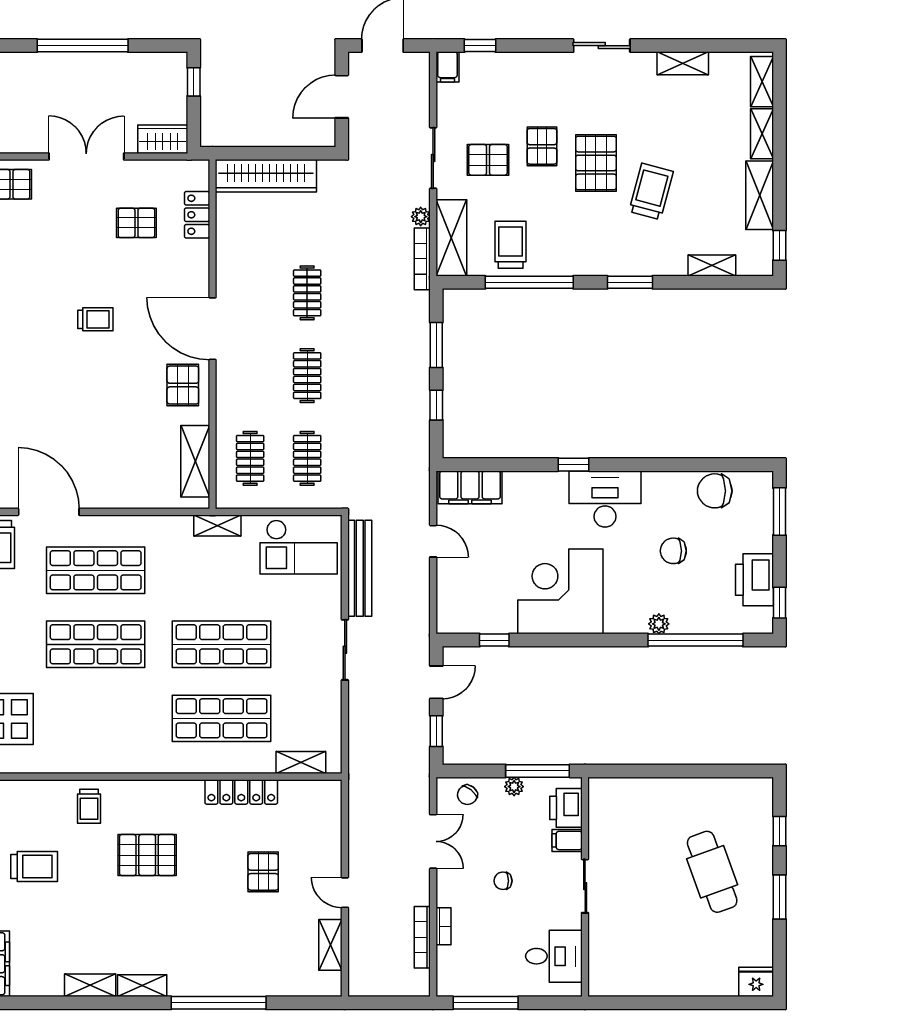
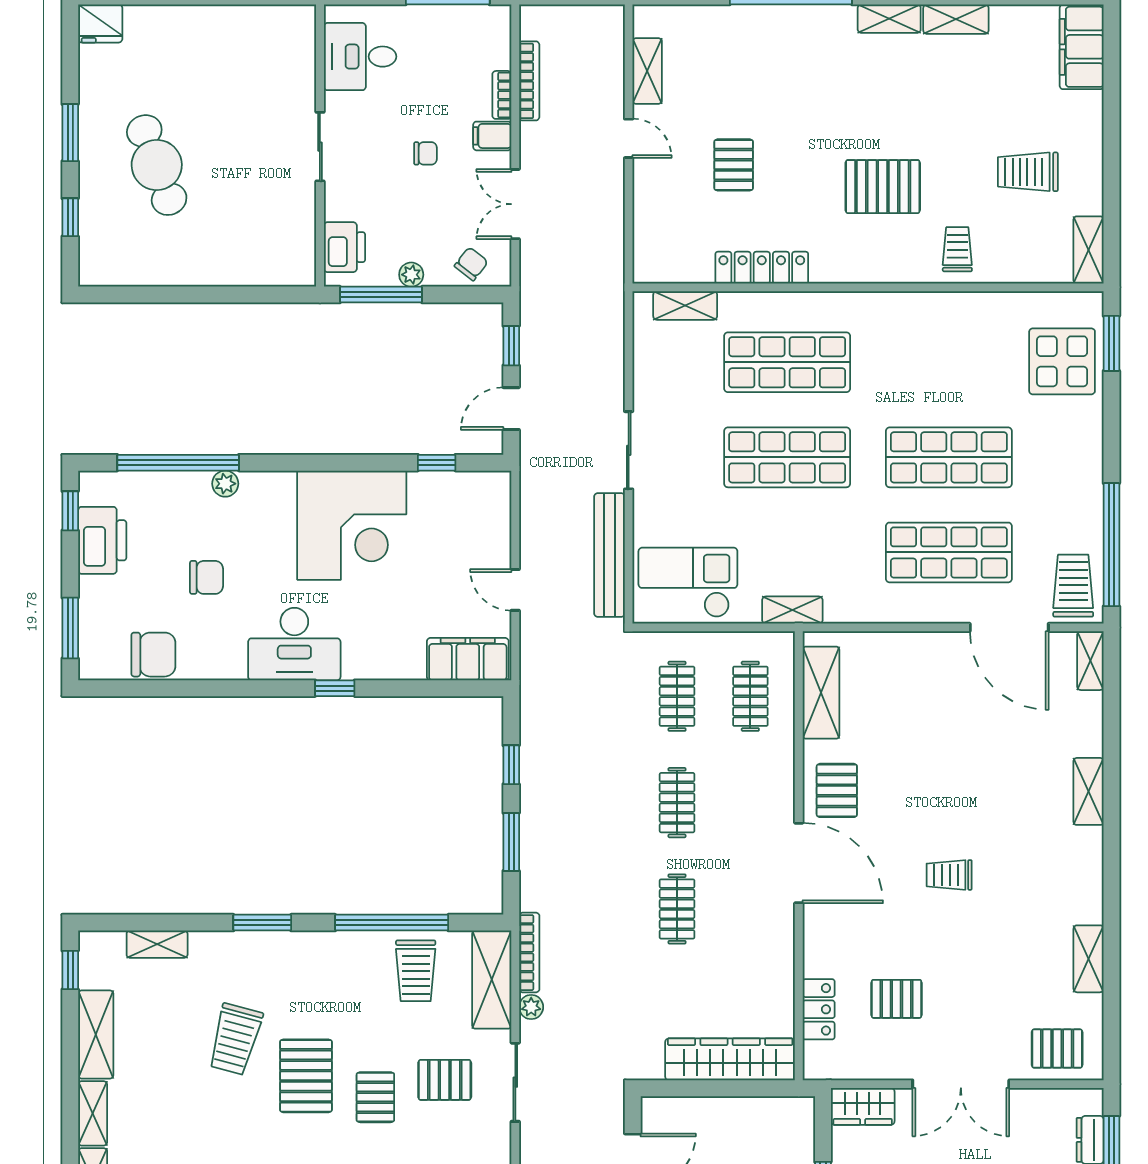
filing cabinet: (567, 840) -> (492, 136), moved, turned 180

